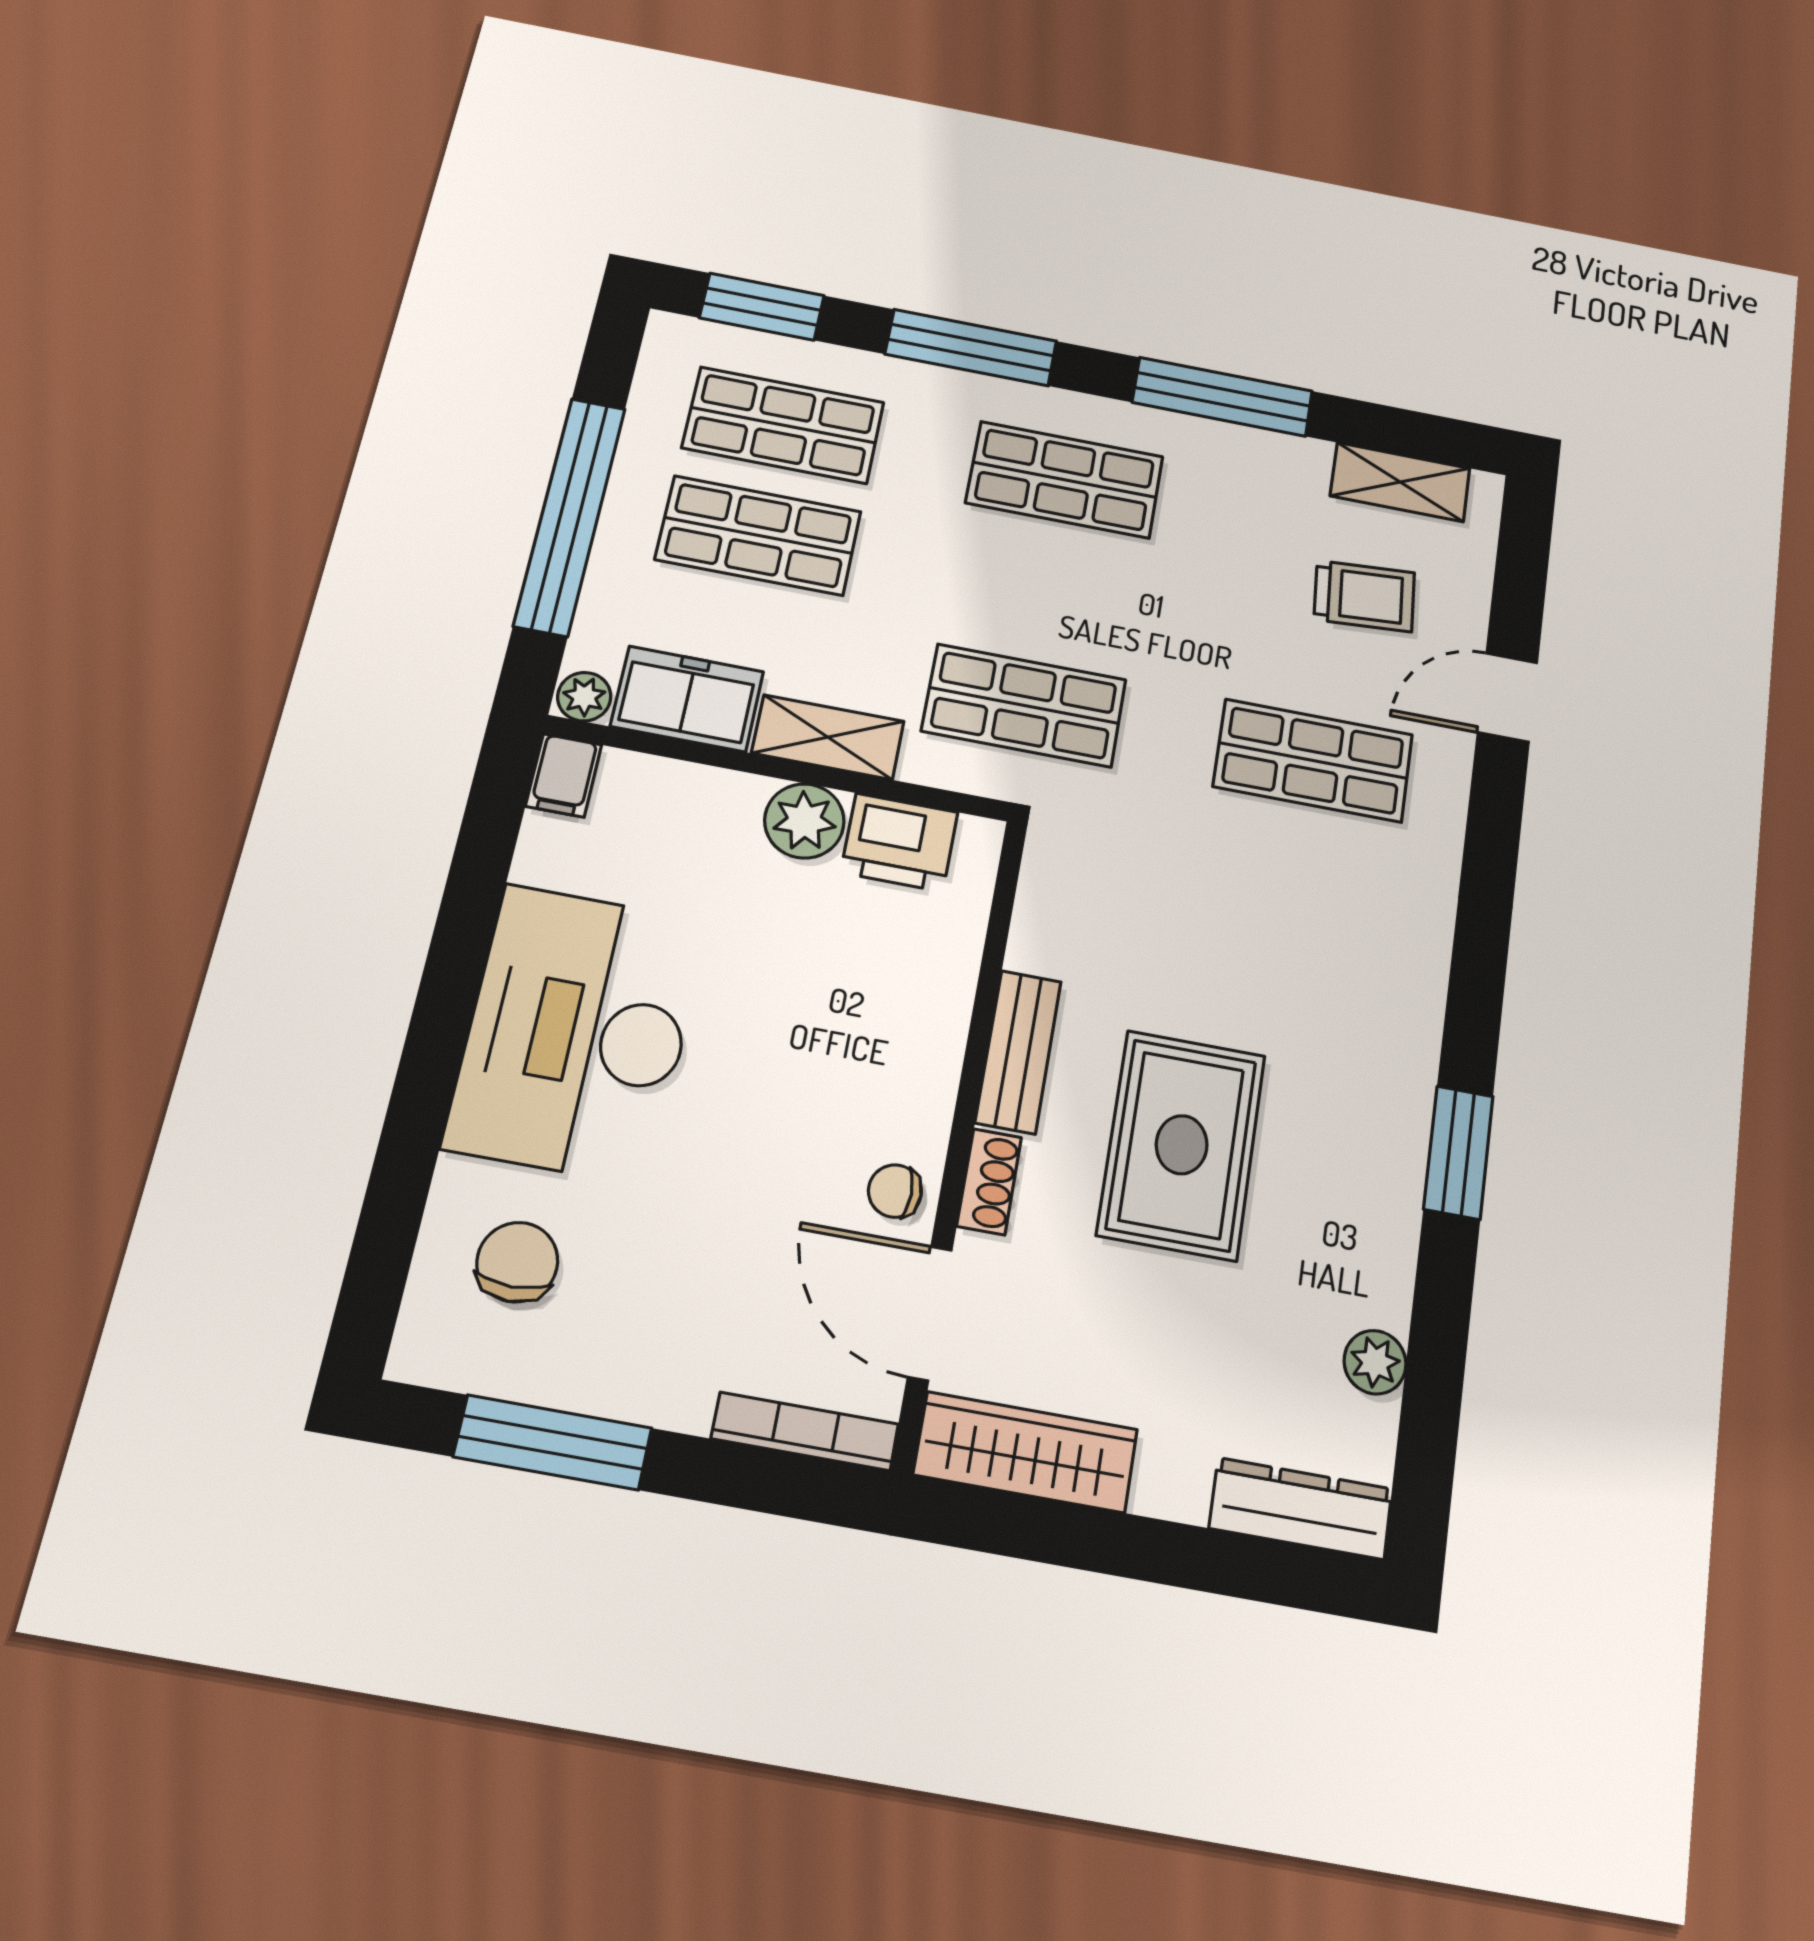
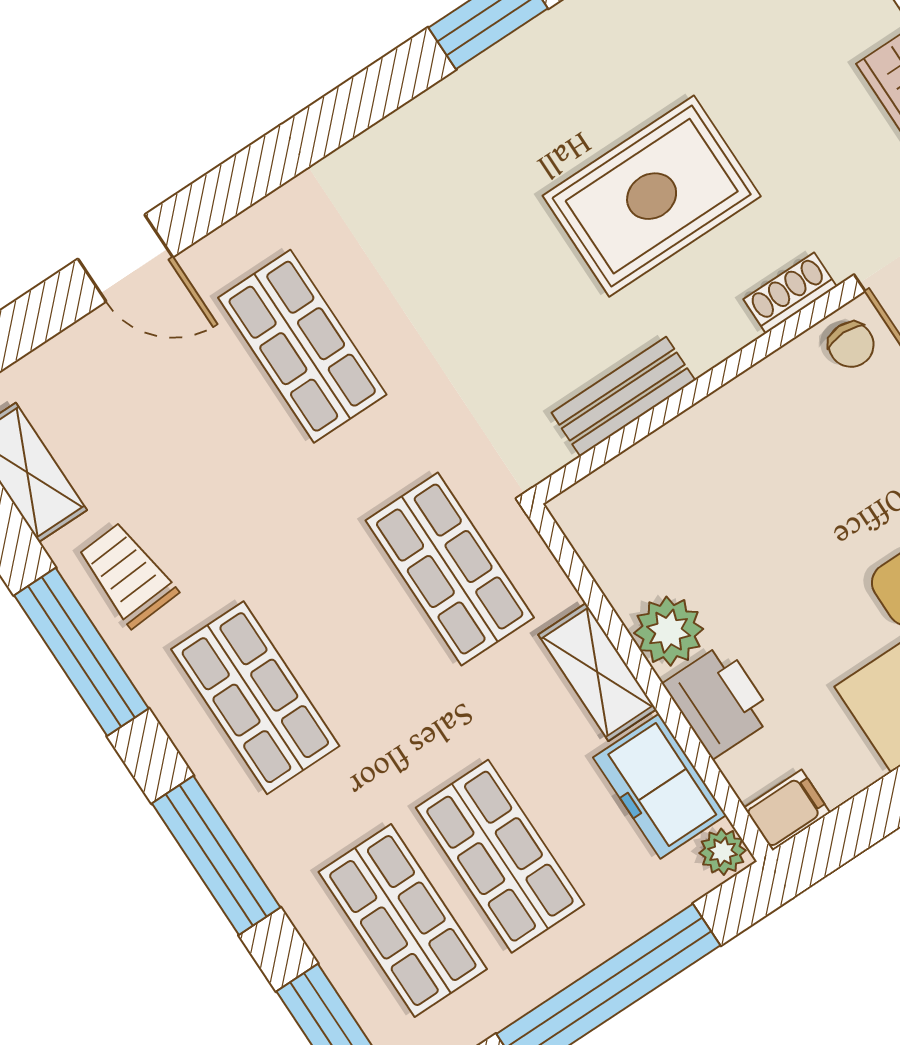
trolley: (1364, 596) -> (127, 575), moved
printer: (899, 842) -> (719, 701), moved
bench: (1018, 1052) -> (623, 396), moved

